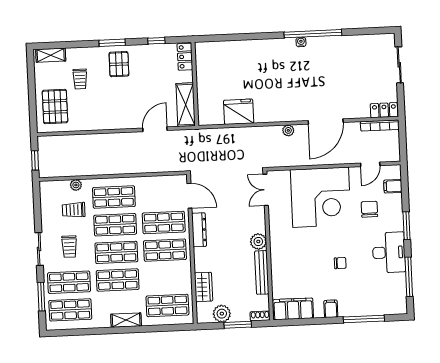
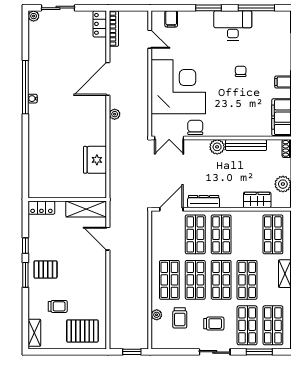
plant: (389, 39) -> (34, 16), added
window: (156, 41) -> (25, 246), moved
door: (326, 122) -> (108, 79), swing flipped
chair: (369, 209) -> (195, 127), moved, turned 90

